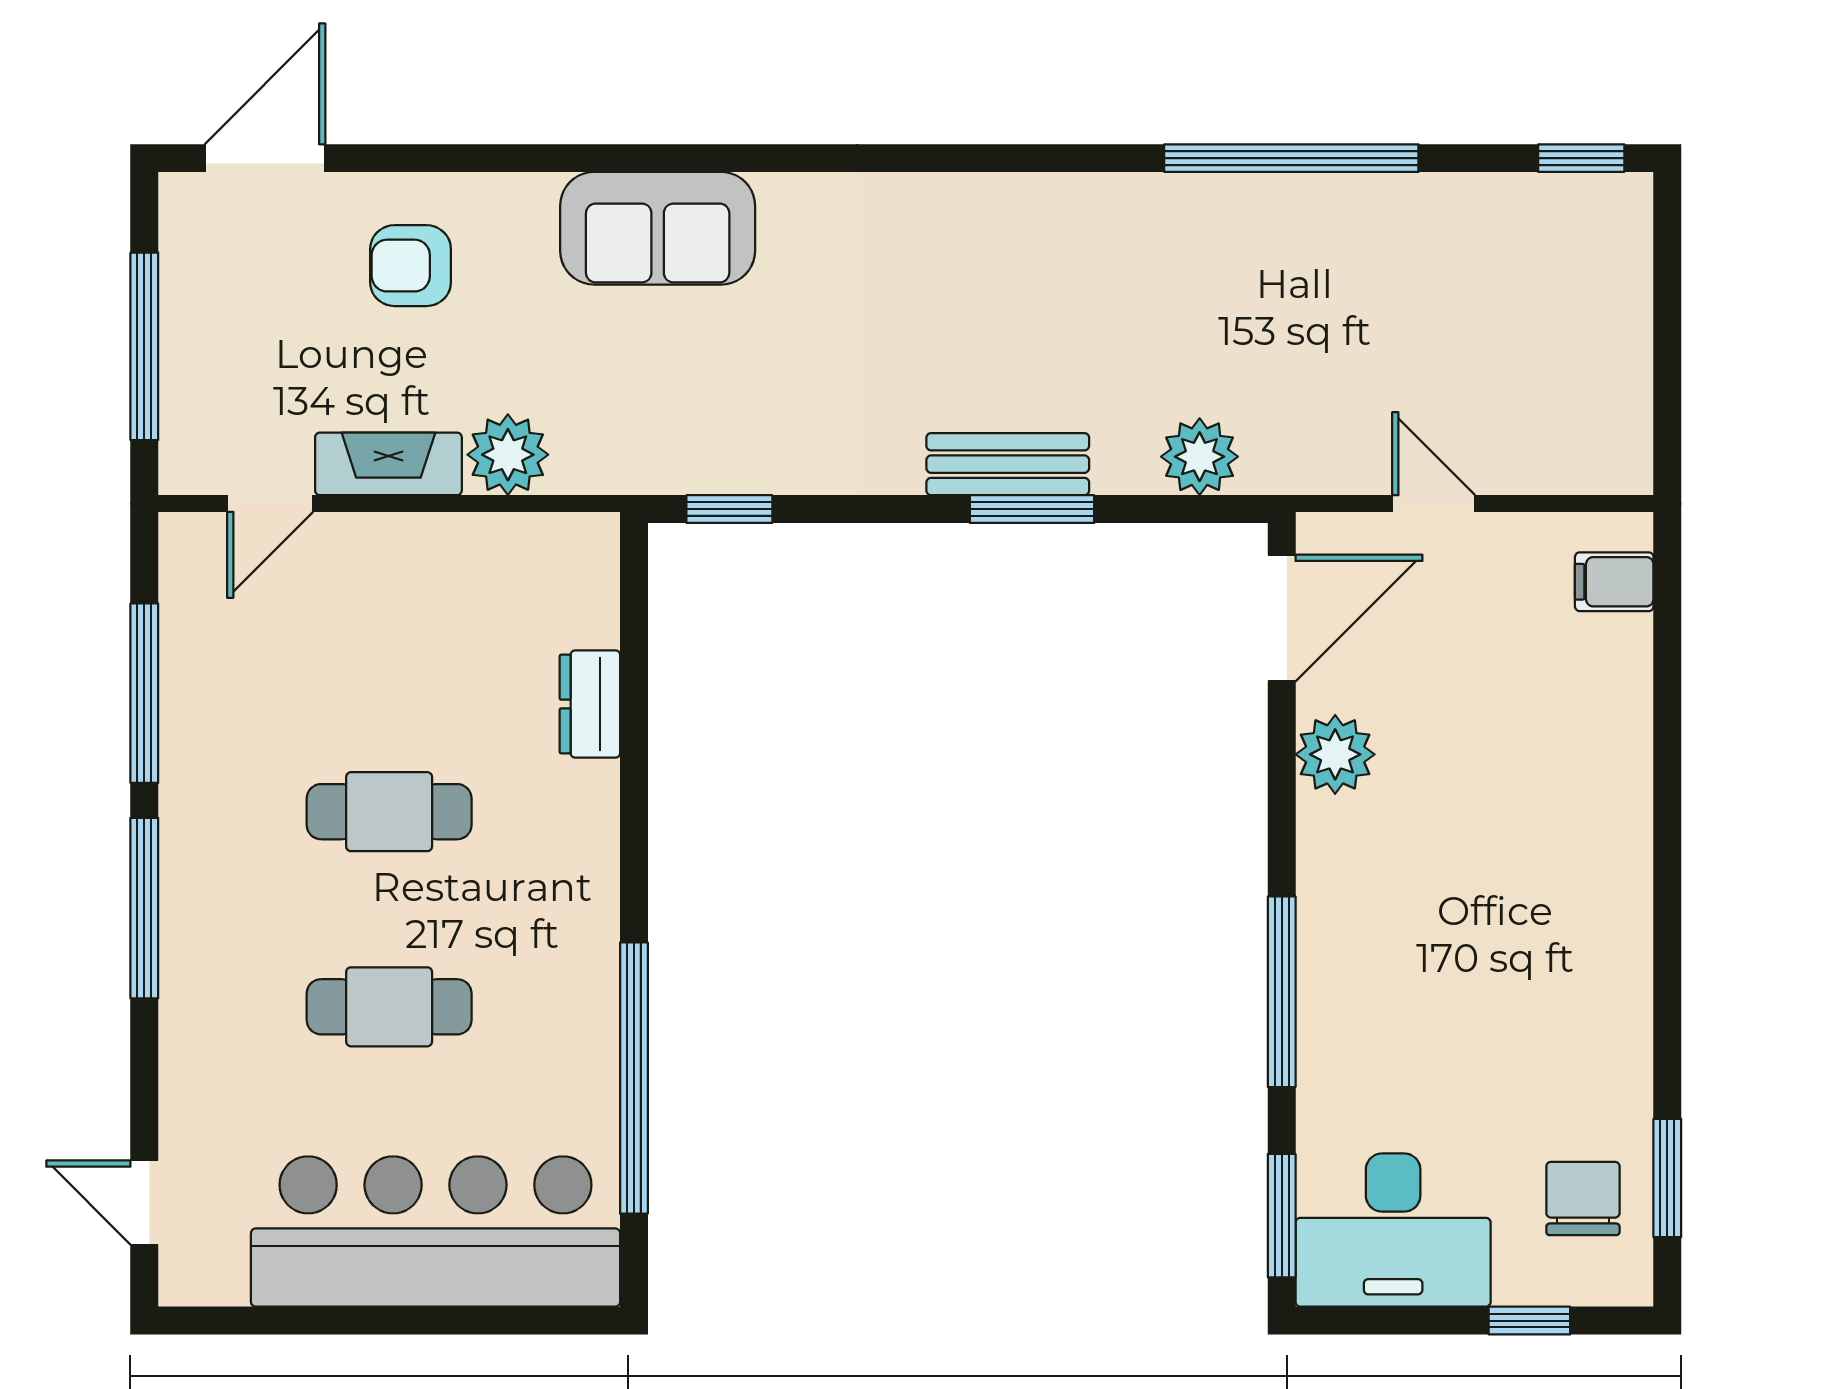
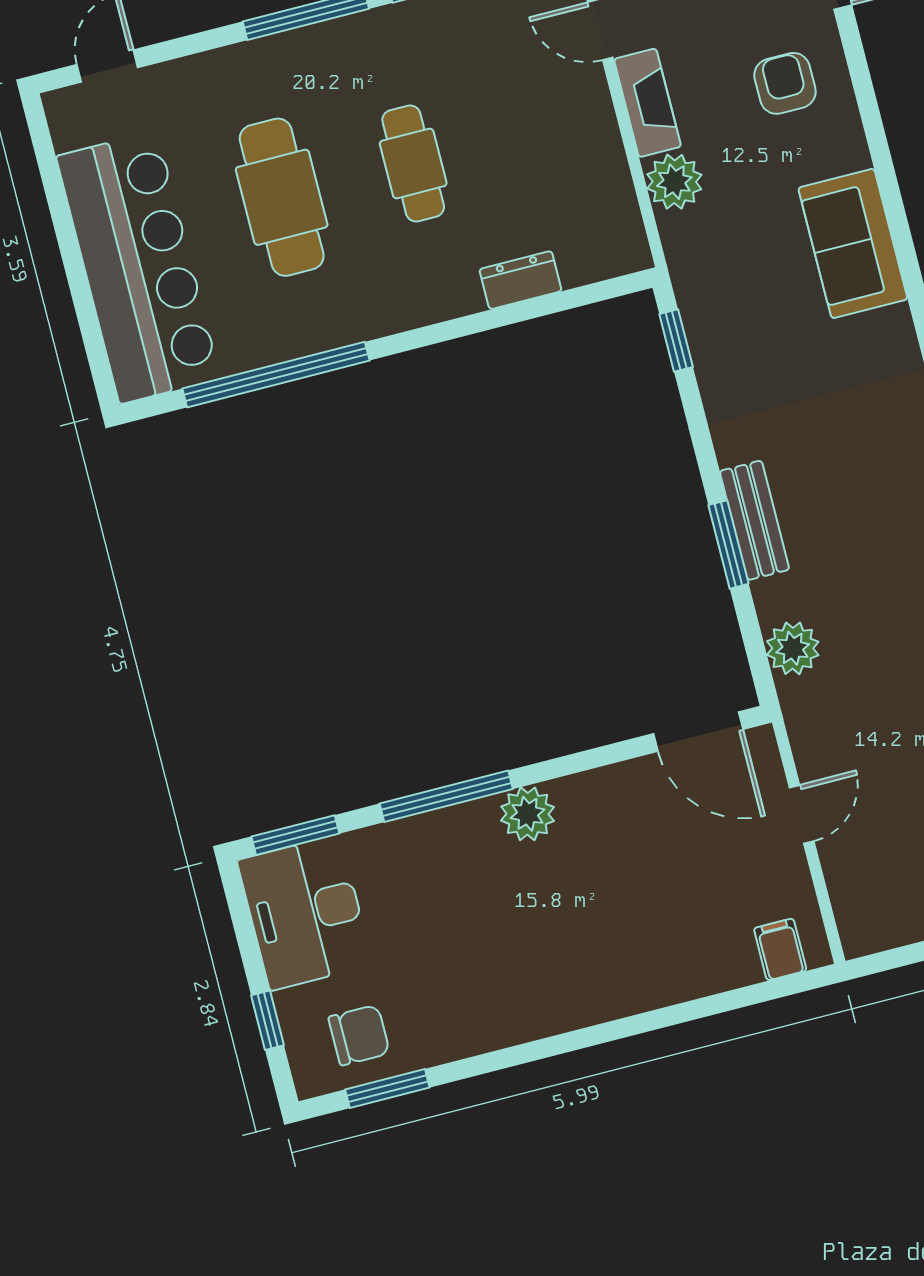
plant: (1335, 754) -> (528, 814), moved
cafe table: (389, 1007) -> (282, 197), width x1.37, depth x1.35

